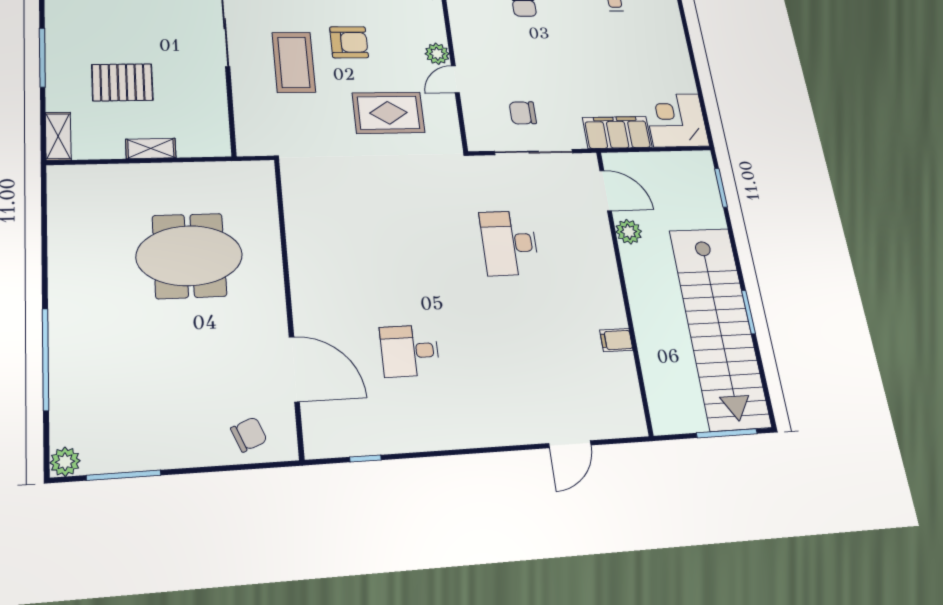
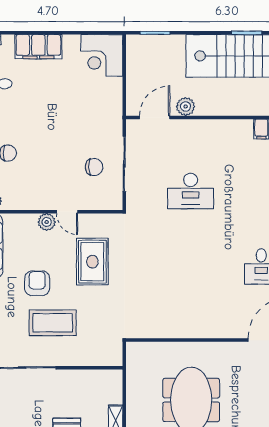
chair: (523, 113) -> (94, 167), turned -90
filing cabinet: (617, 132) -> (38, 47), moved, turned -90

